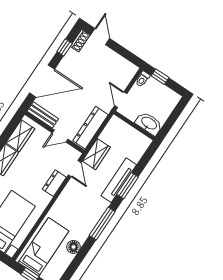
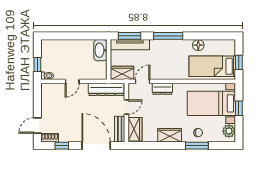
washbasin: (149, 123) -> (100, 50), moved
wall: (134, 126) -> (109, 60), moved
wardrobe: (20, 136) -> (135, 129), moved, turned 90
door: (60, 136) -> (126, 107), hinge flipped

